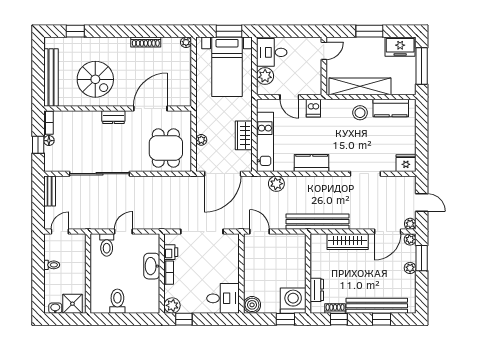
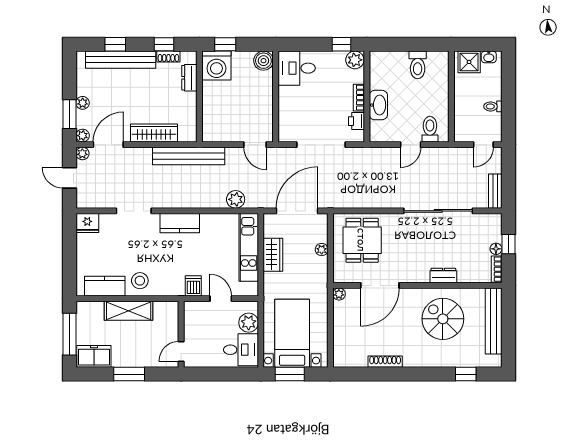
plant: (186, 42) -> (339, 294), moved
shelving: (360, 86) -> (129, 311), width x0.68
dresser: (113, 117) -> (443, 275), moved
kitchen counter: (312, 163) -> (180, 223), moved

